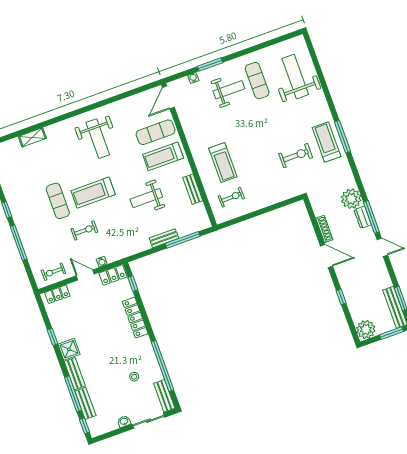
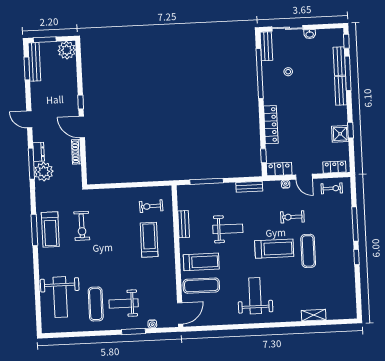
exercise bike: (296, 156) -> (82, 226), turned -90
window: (371, 217) -> (31, 164), moved
bench: (164, 238) -> (249, 187), moved
window: (341, 297) -> (81, 102), moved
shower: (69, 349) -> (340, 134), moved

